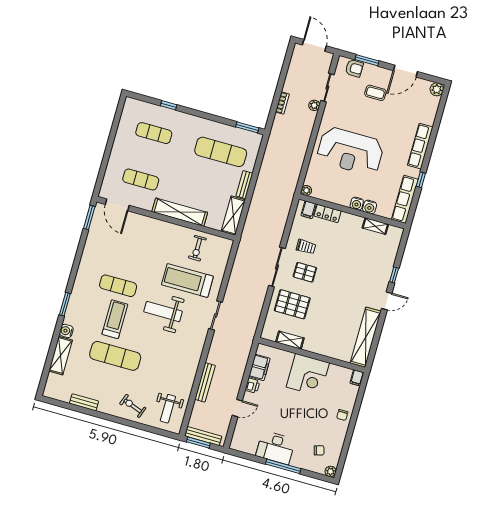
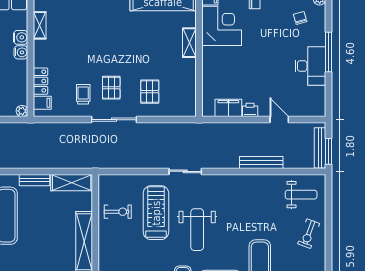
treadmill: (187, 280) -> (156, 213), turned 180
pallet: (292, 304) -> (150, 92), width x0.67, depth x0.71
shelving: (290, 340) -> (189, 43), moved
corner desk: (308, 375) -> (222, 26), moved

